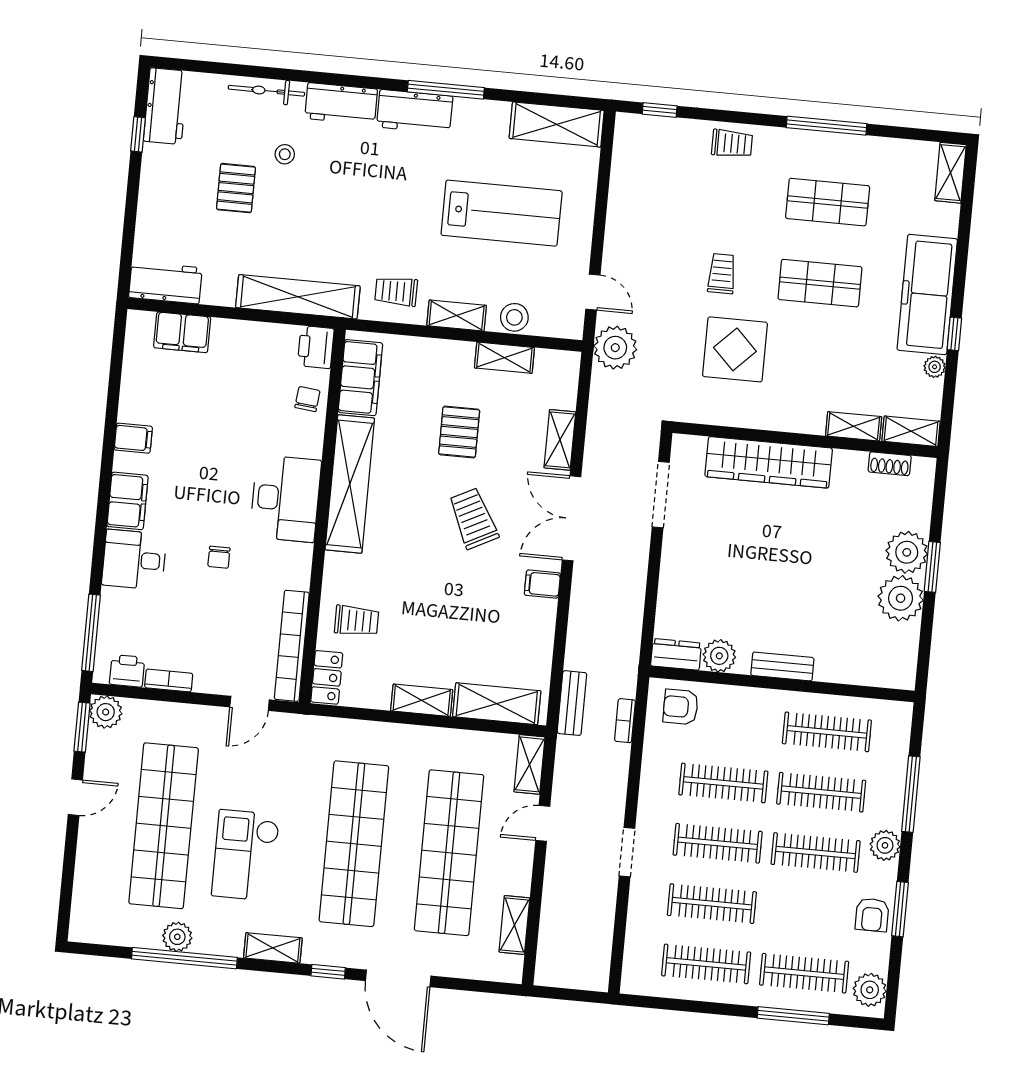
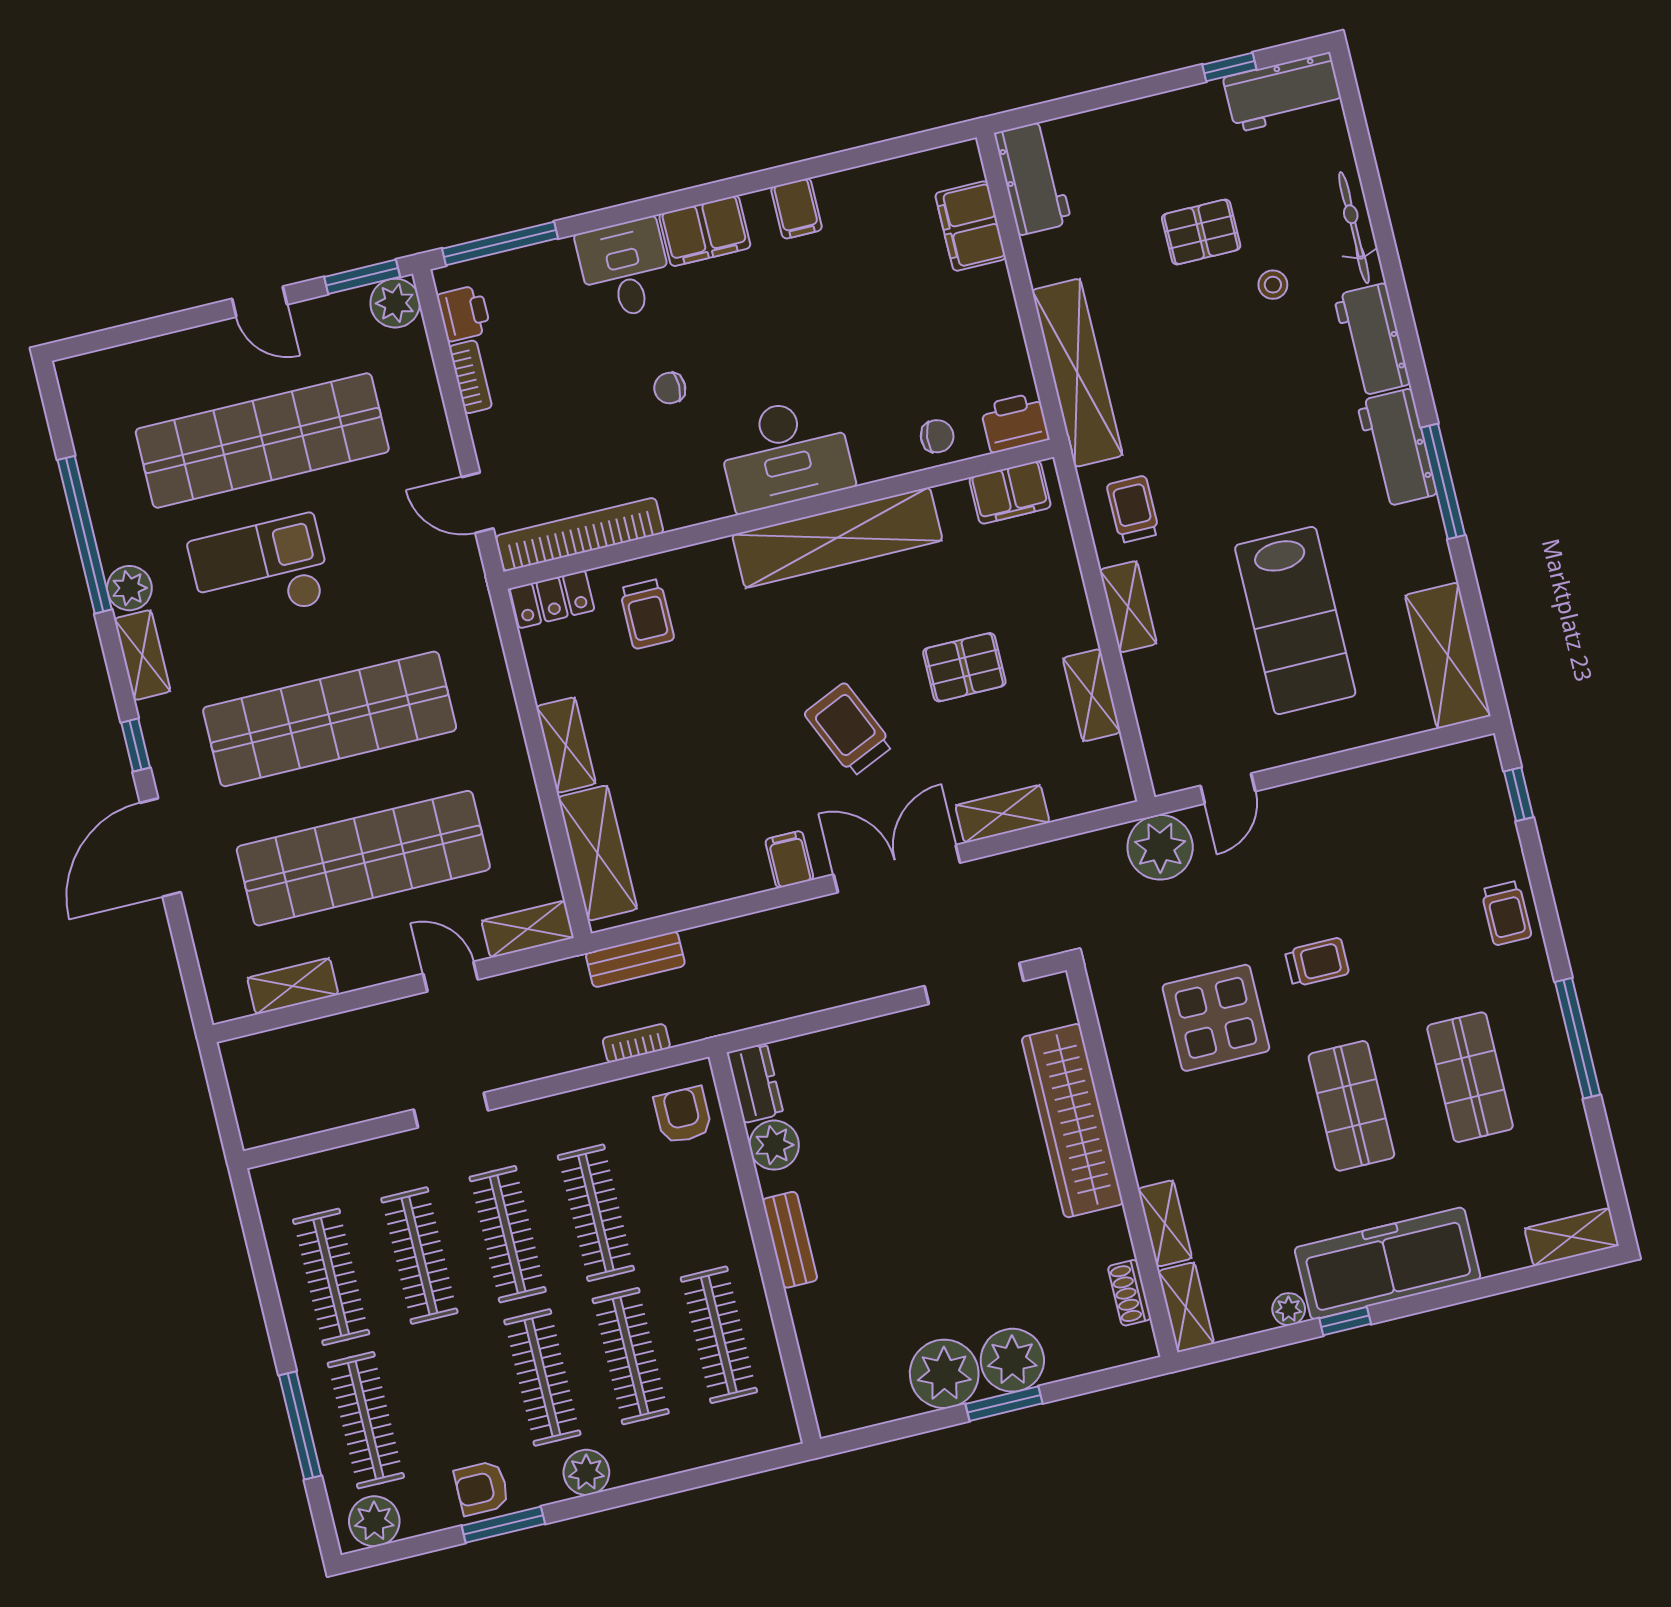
stool: (514, 317) -> (1154, 690), removed
filing cabinet: (360, 378) -> (1010, 492), width x0.67, depth x0.86
trolley: (473, 518) -> (849, 730), turned -87
window: (911, 794) -> (672, 1484), removed
plant: (177, 937) -> (129, 588), moved

